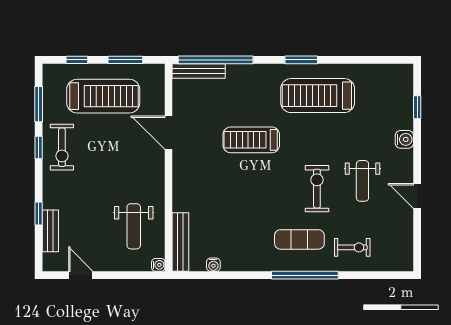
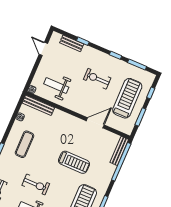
treadmill: (103, 96) -> (127, 98), turned 180
treadmill: (251, 140) -> (74, 162), turned 90
exercise bike: (62, 147) -> (97, 79), moved
exercise mat: (299, 239) -> (24, 144), moved
door: (81, 275) -> (43, 49), swing flipped

